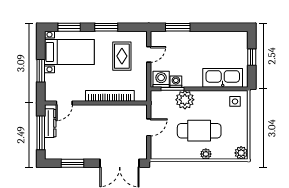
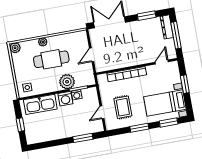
washing machine: (161, 79) -> (65, 99), moved
dresser: (50, 123) -> (167, 27), moved

